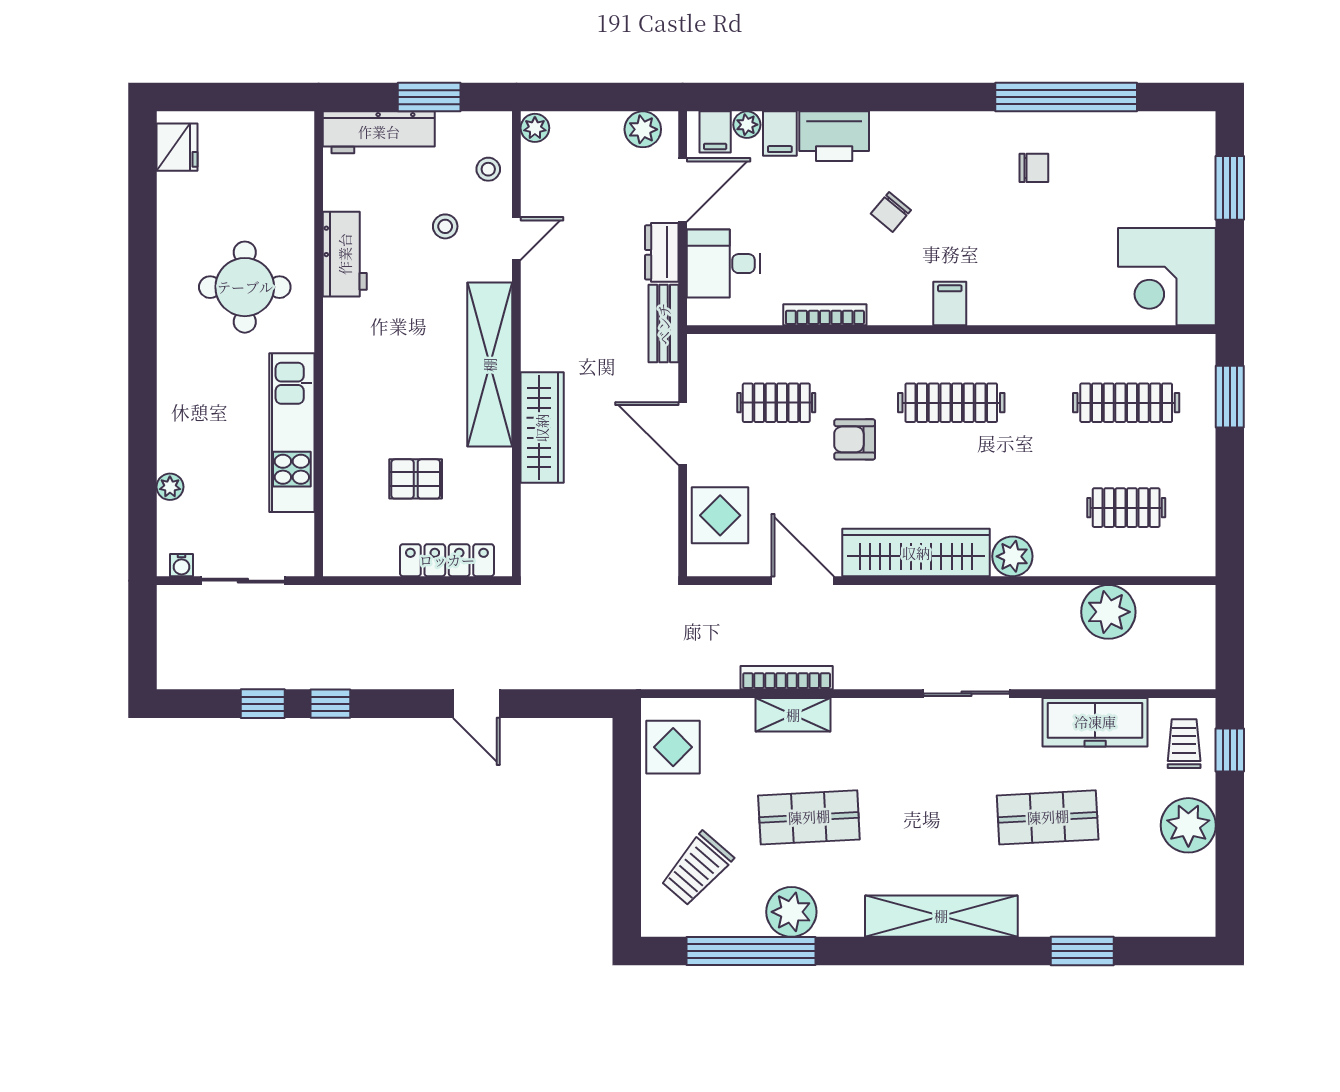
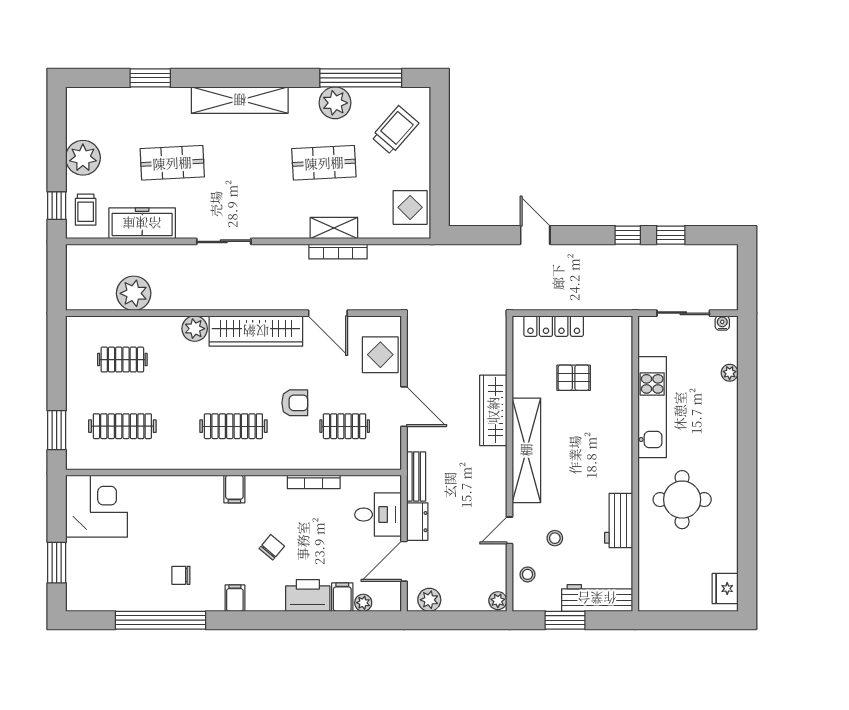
filing cabinet: (715, 132) -> (235, 598), moved

